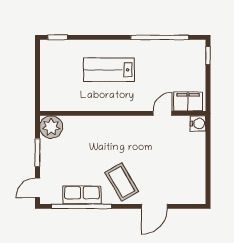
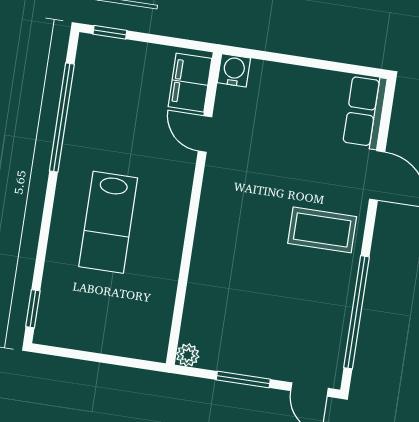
plant: (51, 127) -> (188, 355), width x0.53, depth x0.53
coffee table: (122, 182) -> (322, 230), turned 30
row of seats: (82, 195) -> (365, 112), moved

